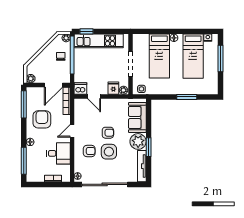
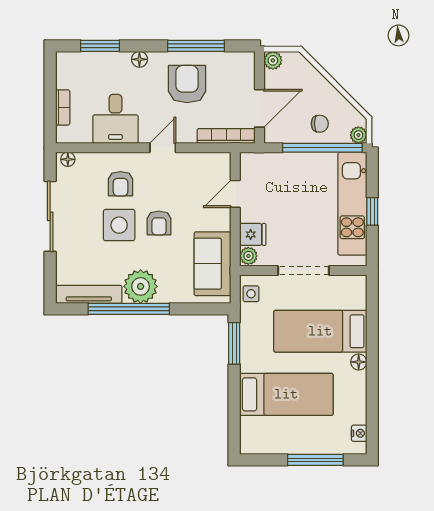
window: (86, 31) -> (372, 211), moved
bed: (193, 56) -> (286, 394), moved, turned 180
door: (53, 85) -> (259, 108), swing flipped
dishwasher: (80, 89) -> (252, 165), removed
window: (187, 97) -> (234, 343), moved
window: (24, 104) -> (196, 46), moved
sofa: (137, 117) -> (212, 264), moved, turned -90
armchair: (42, 119) -> (187, 84), turned -90
door: (72, 131) -> (163, 148), hinge flipped
window: (149, 147) -> (129, 309), width x2.11
window: (24, 161) -> (100, 46), width x0.69
sliding door: (105, 184) -> (50, 216), width x0.73

